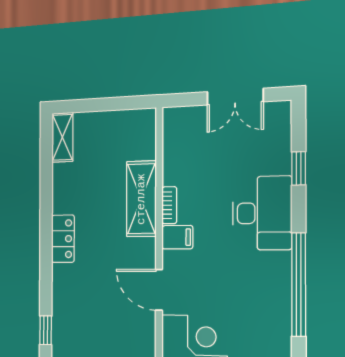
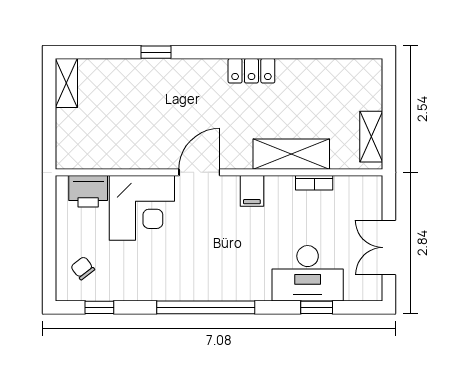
shelving: (62, 137) -> (371, 137), moved, turned 90
bookcase: (169, 205) -> (314, 183), moved
desk: (262, 213) -> (308, 273), moved

